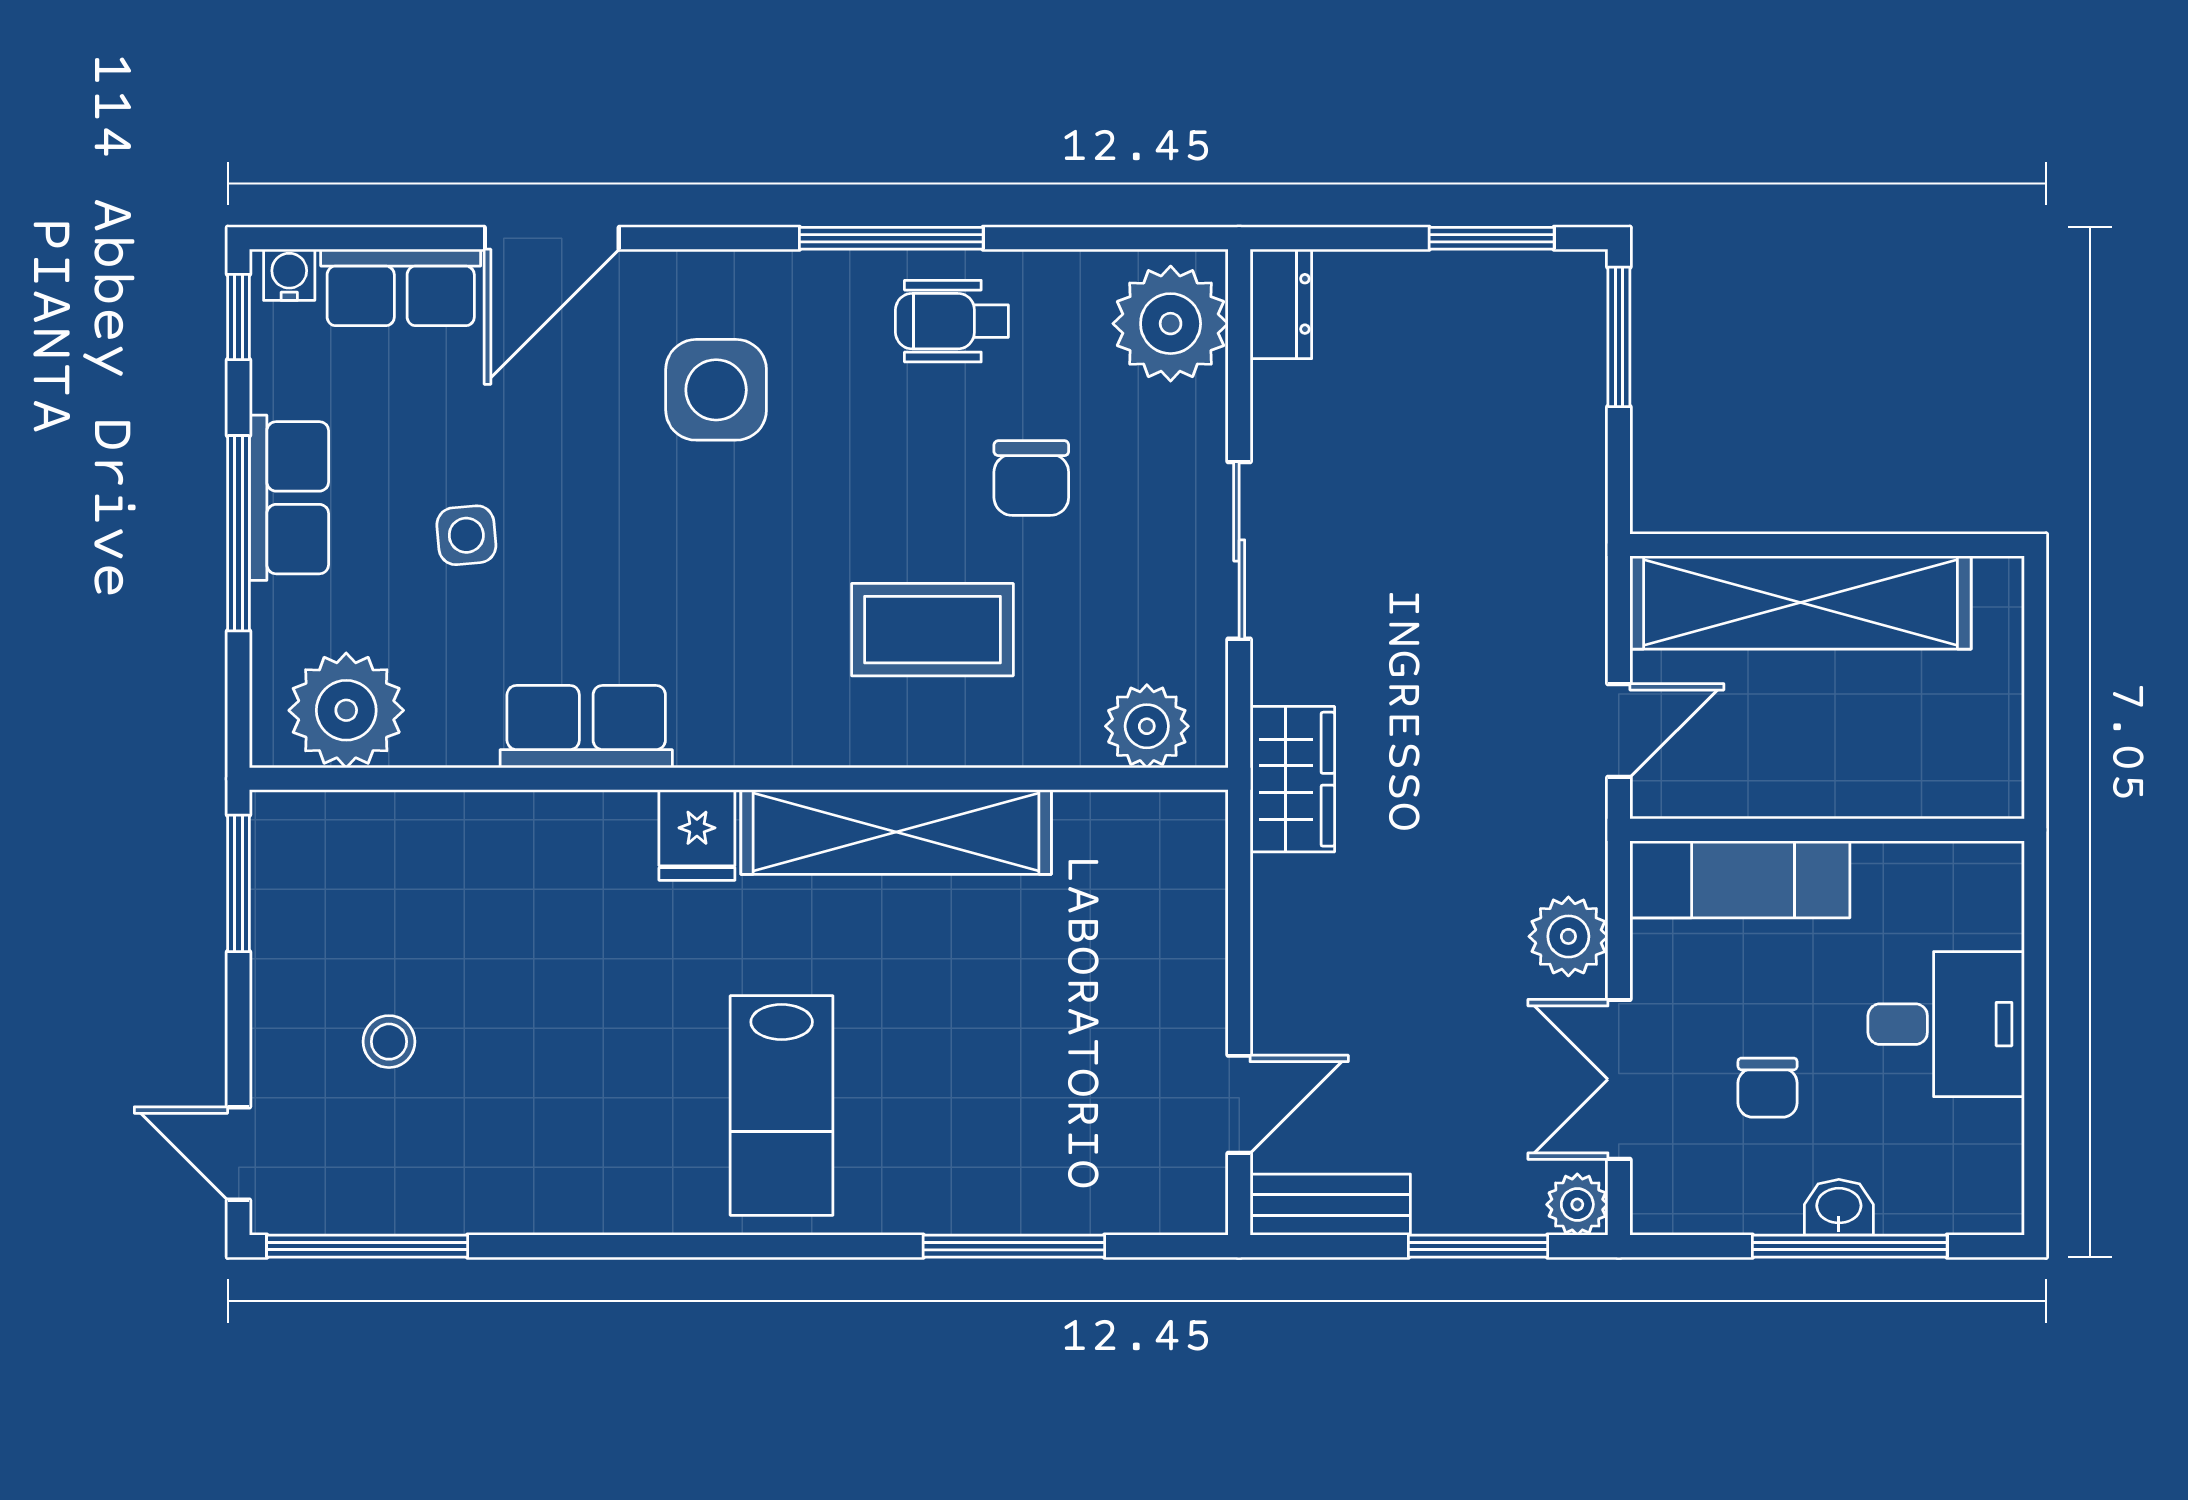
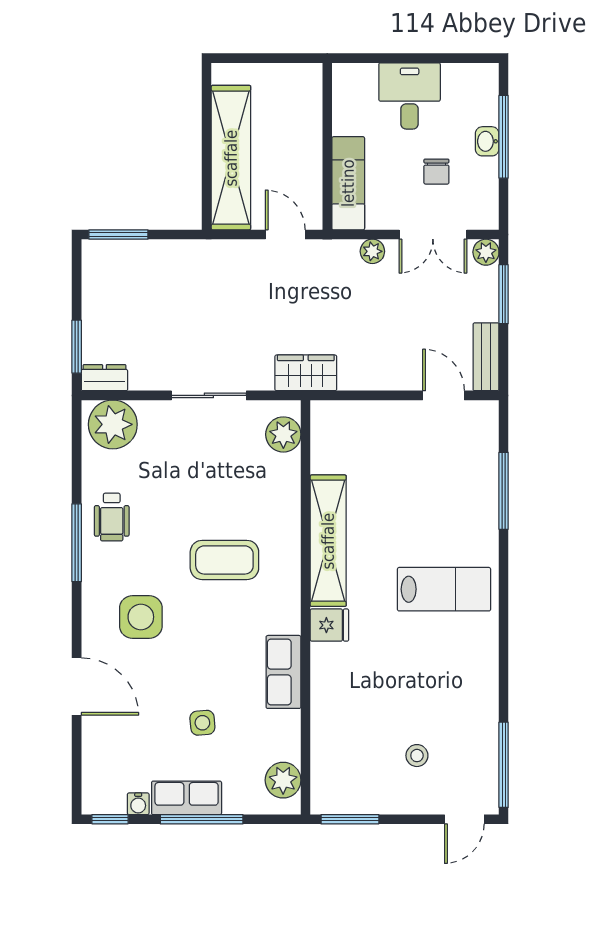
window: (1492, 238) -> (77, 347), moved
water cooler: (289, 275) -> (138, 804), moved, turned -90
row of seats: (401, 287) -> (97, 751), removed
chair: (1031, 478) -> (178, 483), removed
coffee table: (932, 630) -> (224, 560), moved, turned 90
plant: (346, 710) -> (283, 780), width x0.73, depth x0.73
plant: (1568, 936) -> (372, 251), width x0.73, depth x0.73
chair: (1768, 1088) -> (436, 172), turned 90

